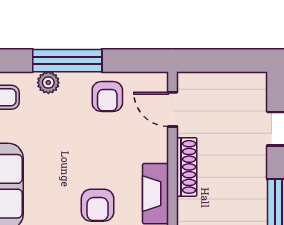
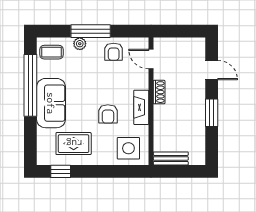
shoe rack: (187, 167) -> (159, 92), width x0.70

